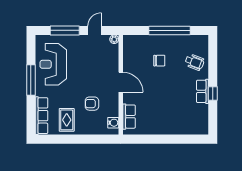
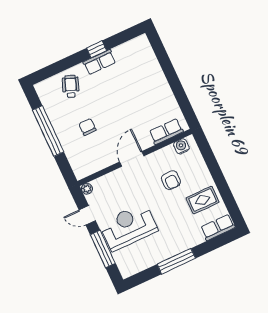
reception desk: (53, 64) -> (128, 227), moved, turned 180
row of seats: (42, 116) -> (218, 227), width x0.68

